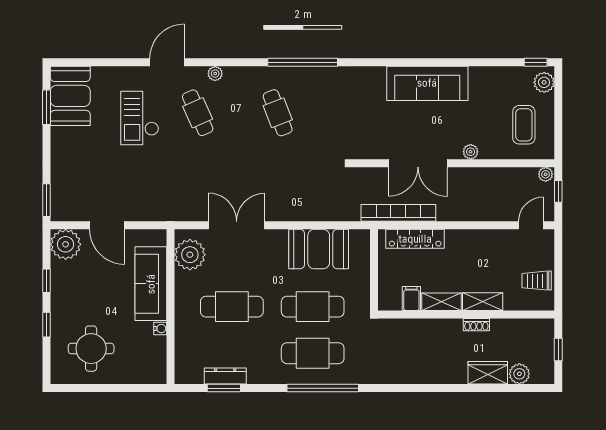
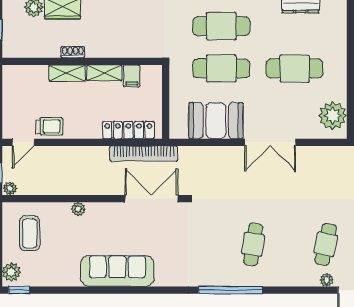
plant: (215, 74) -> (327, 280), moved
cafe table: (198, 113) -> (326, 244), turned 36
cafe table: (278, 113) -> (253, 244), turned 30
double door: (418, 163) -> (151, 199), moved
double door: (237, 225) -> (270, 142), moved
trolley: (537, 281) -> (50, 126), moved

